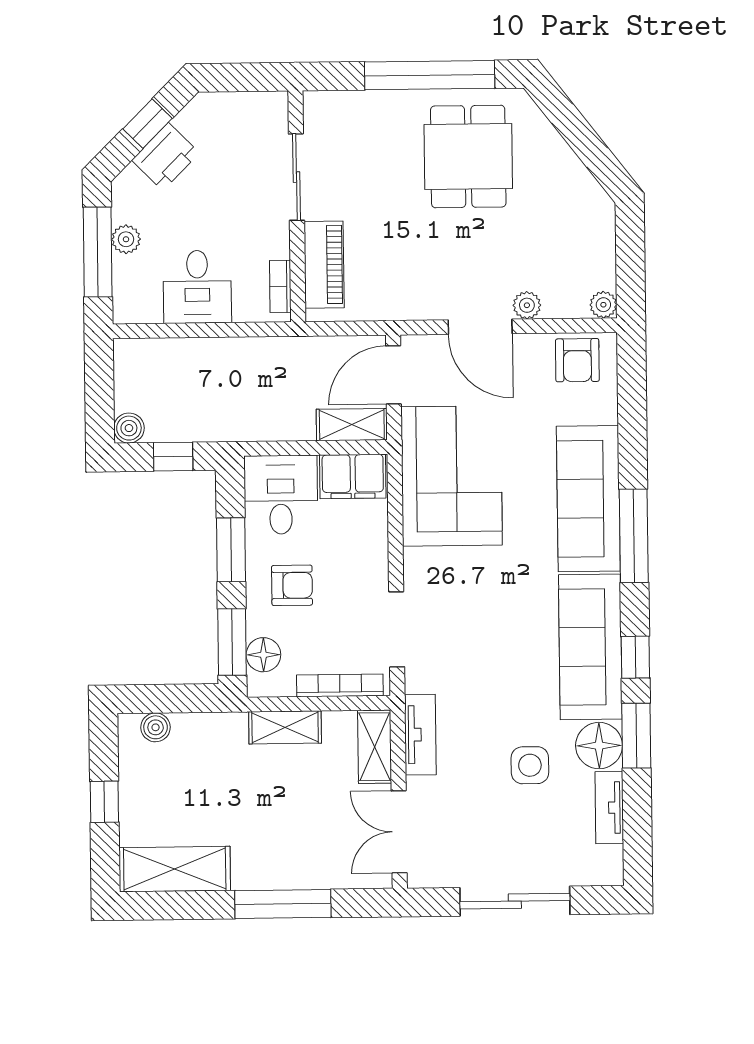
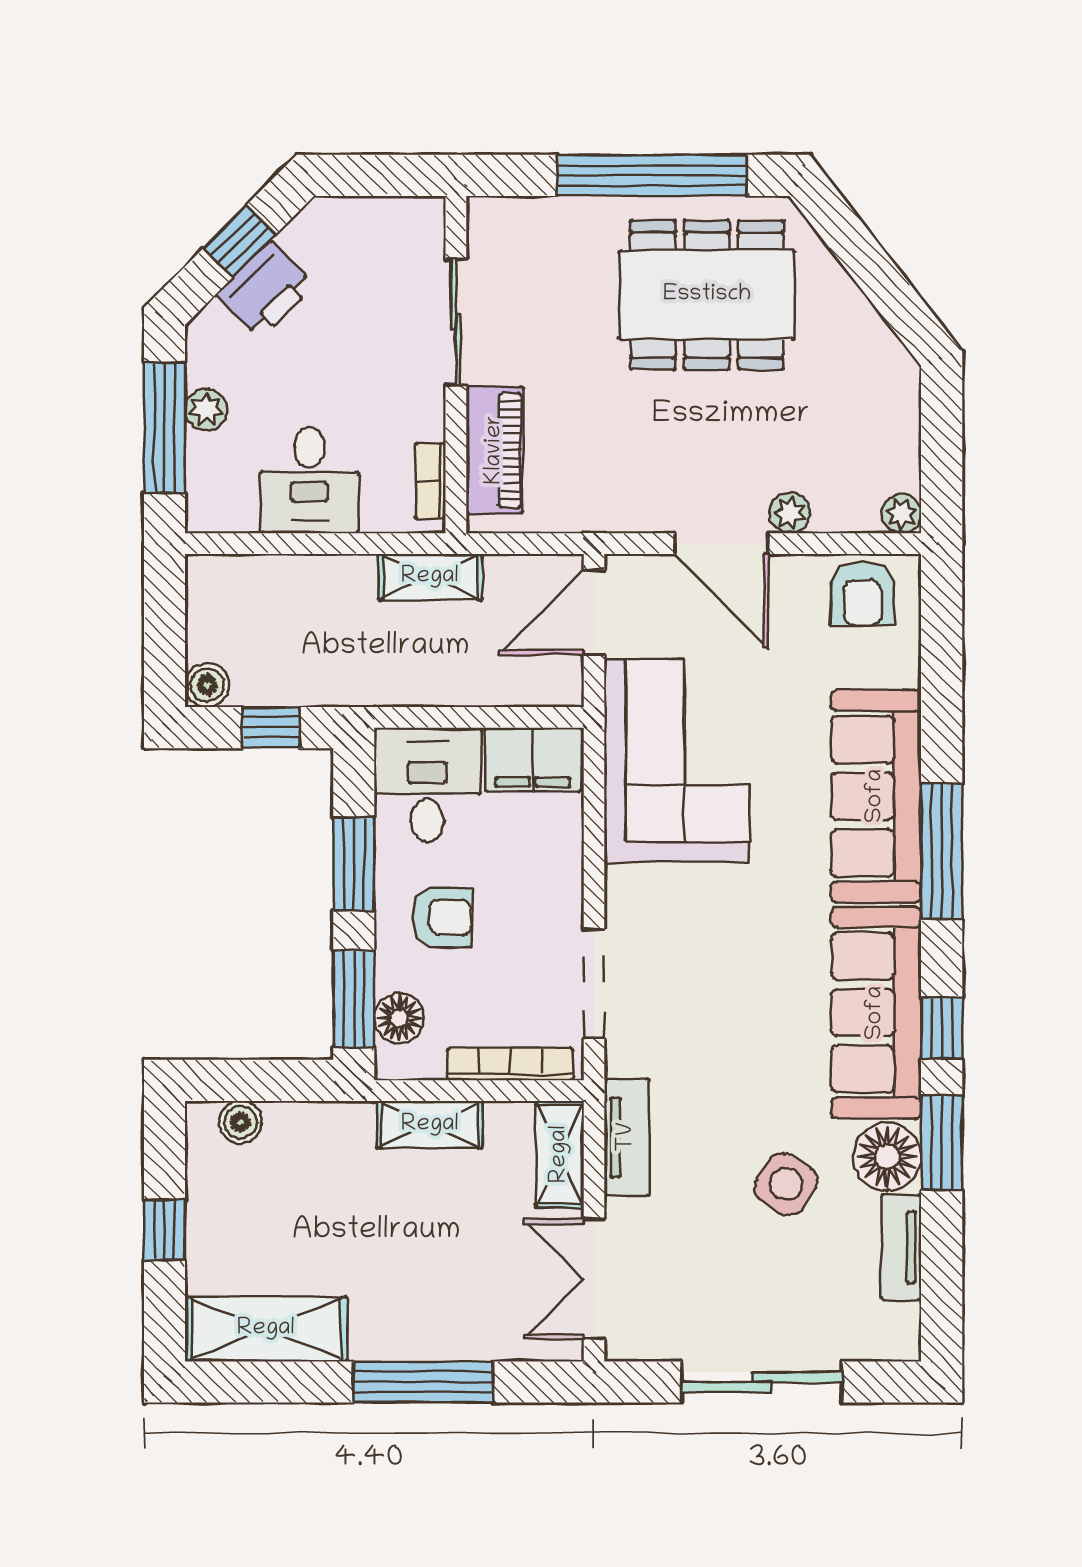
dining table: (468, 157) -> (707, 295), width x1.38
shelving: (352, 425) -> (430, 577), moved
side table: (530, 765) -> (786, 1184), turned 34

